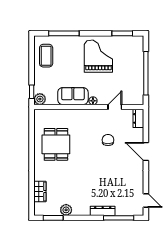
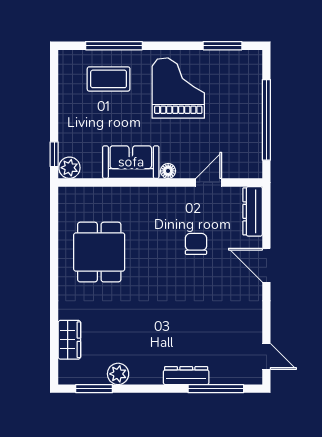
coffee table: (46, 56) -> (109, 79), moved, turned 90
dresser: (138, 118) -> (253, 211), width x1.44

